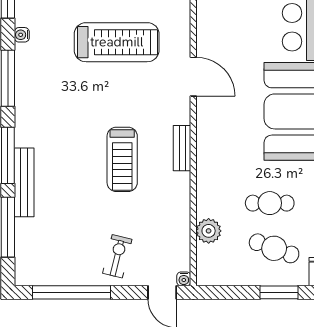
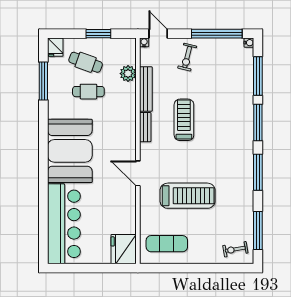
water cooler: (22, 35) -> (249, 43), moved
treadmill: (117, 42) -> (188, 196), turned 180
bench: (24, 182) -> (146, 89), moved
window: (279, 292) -> (98, 34), moved

